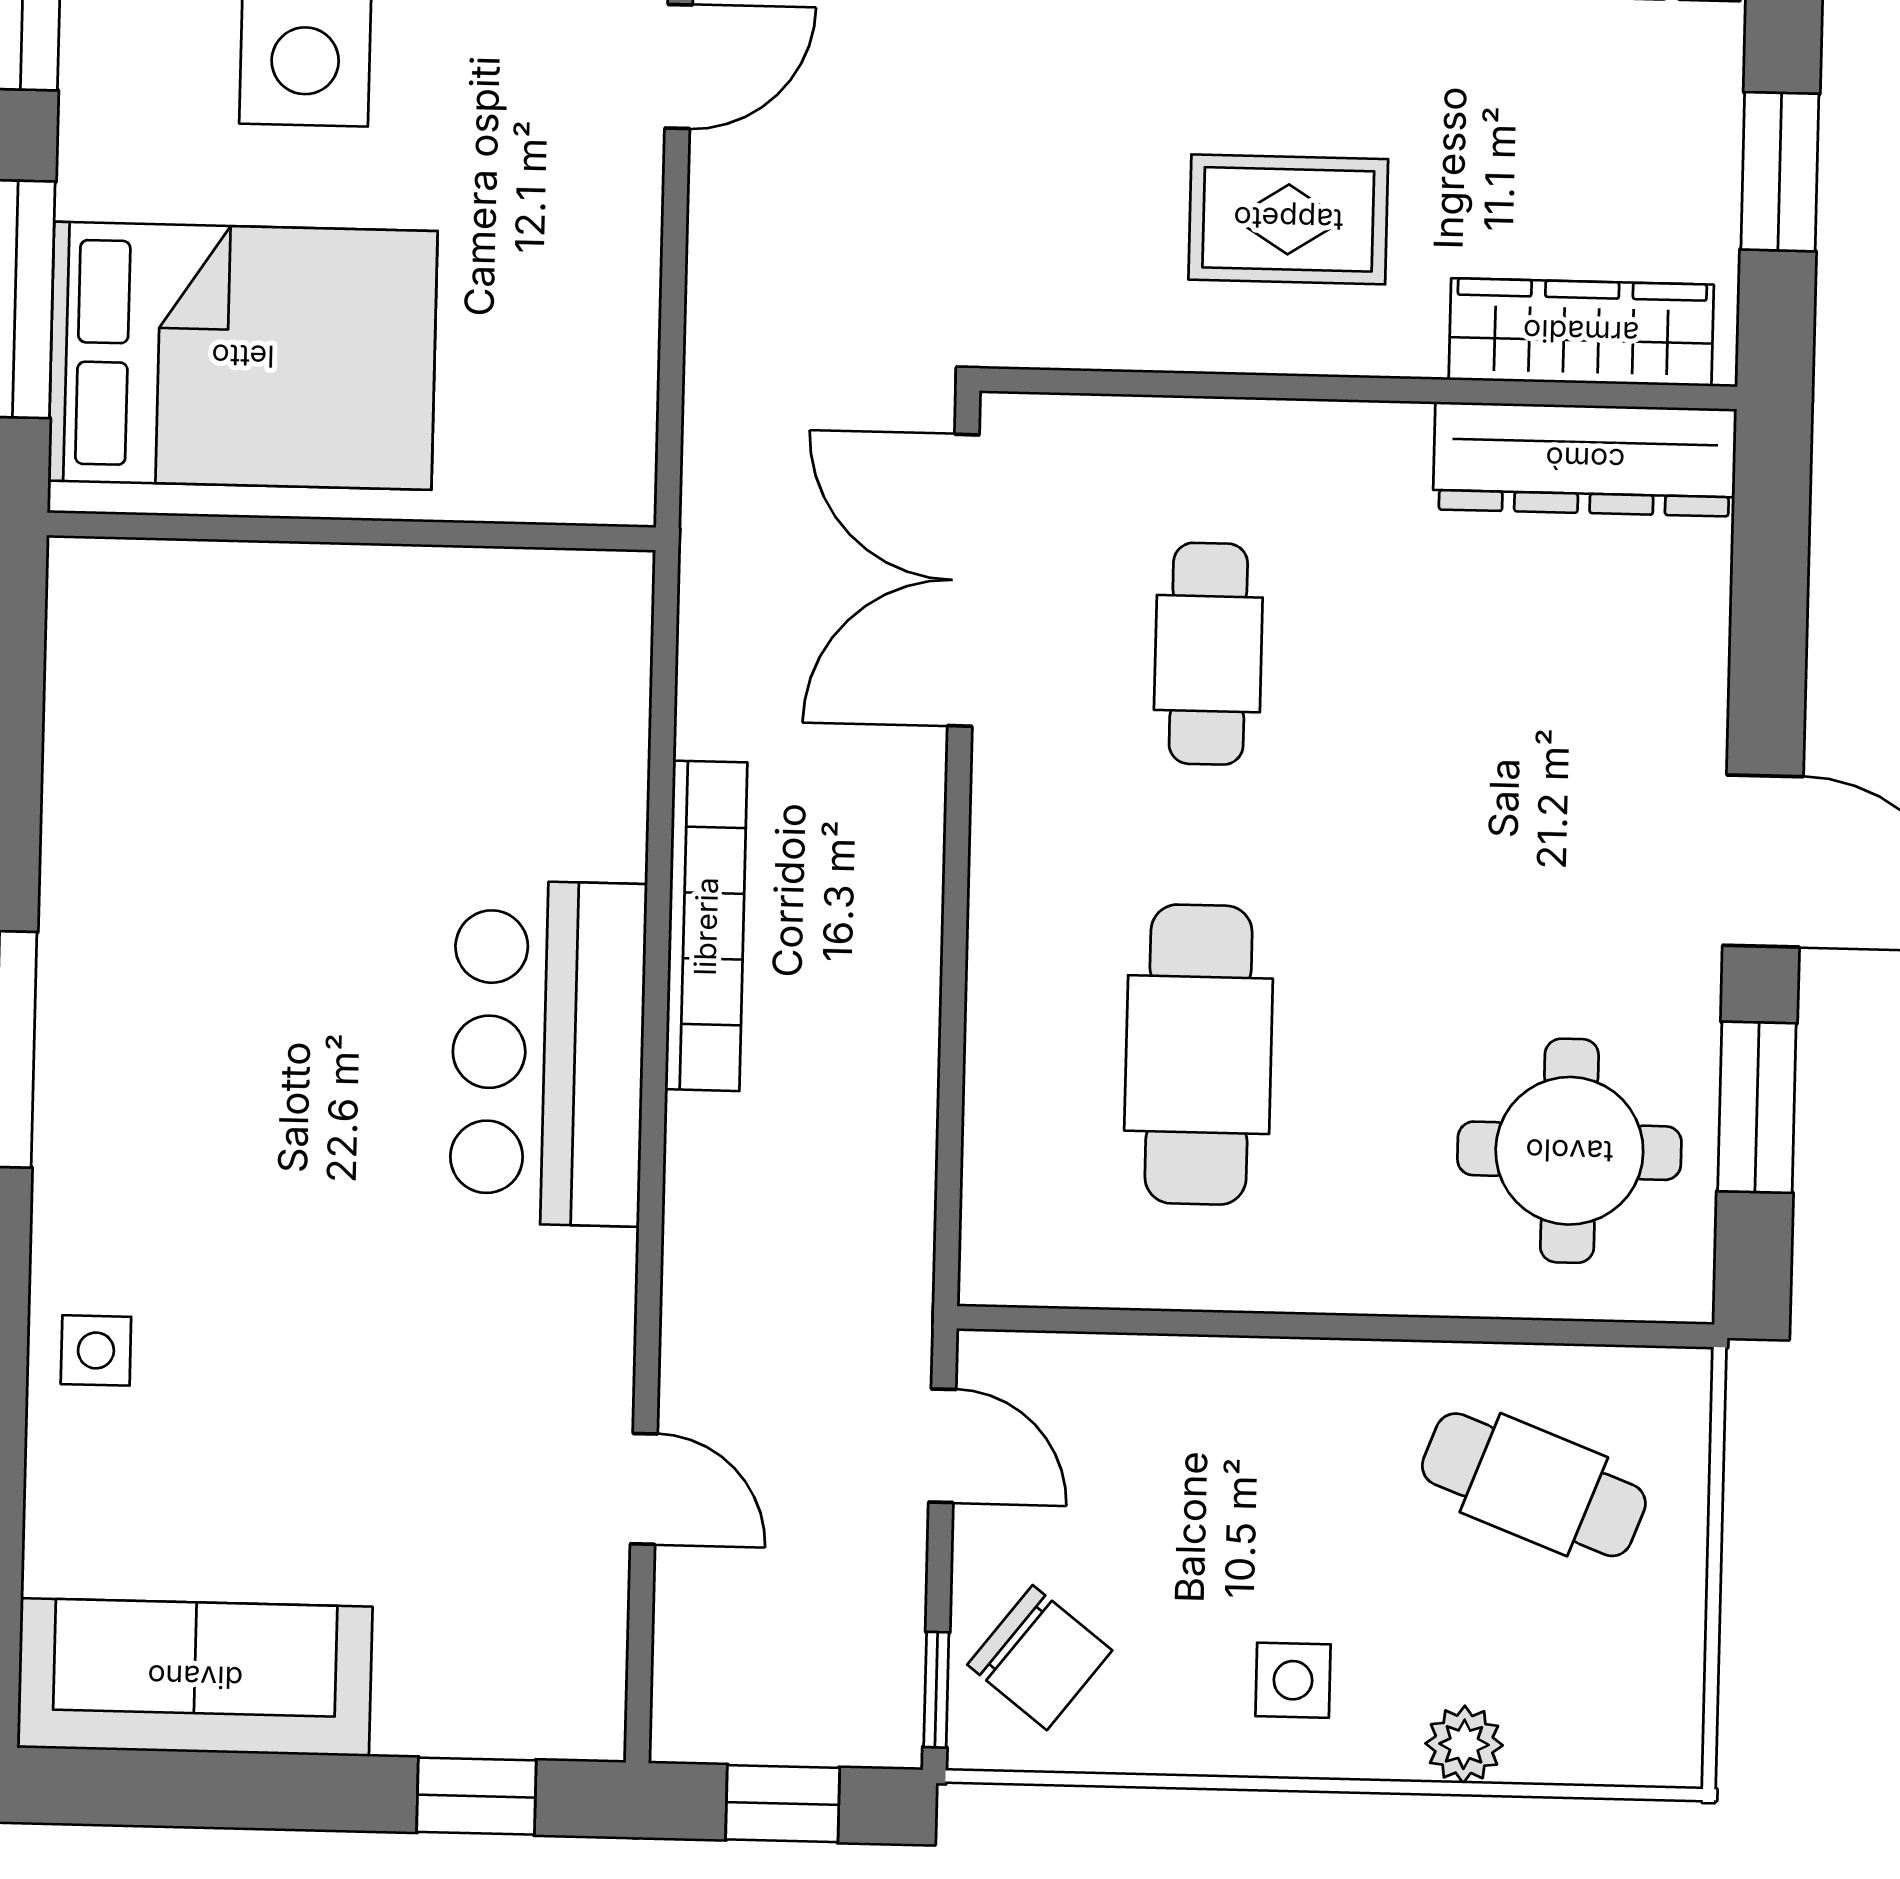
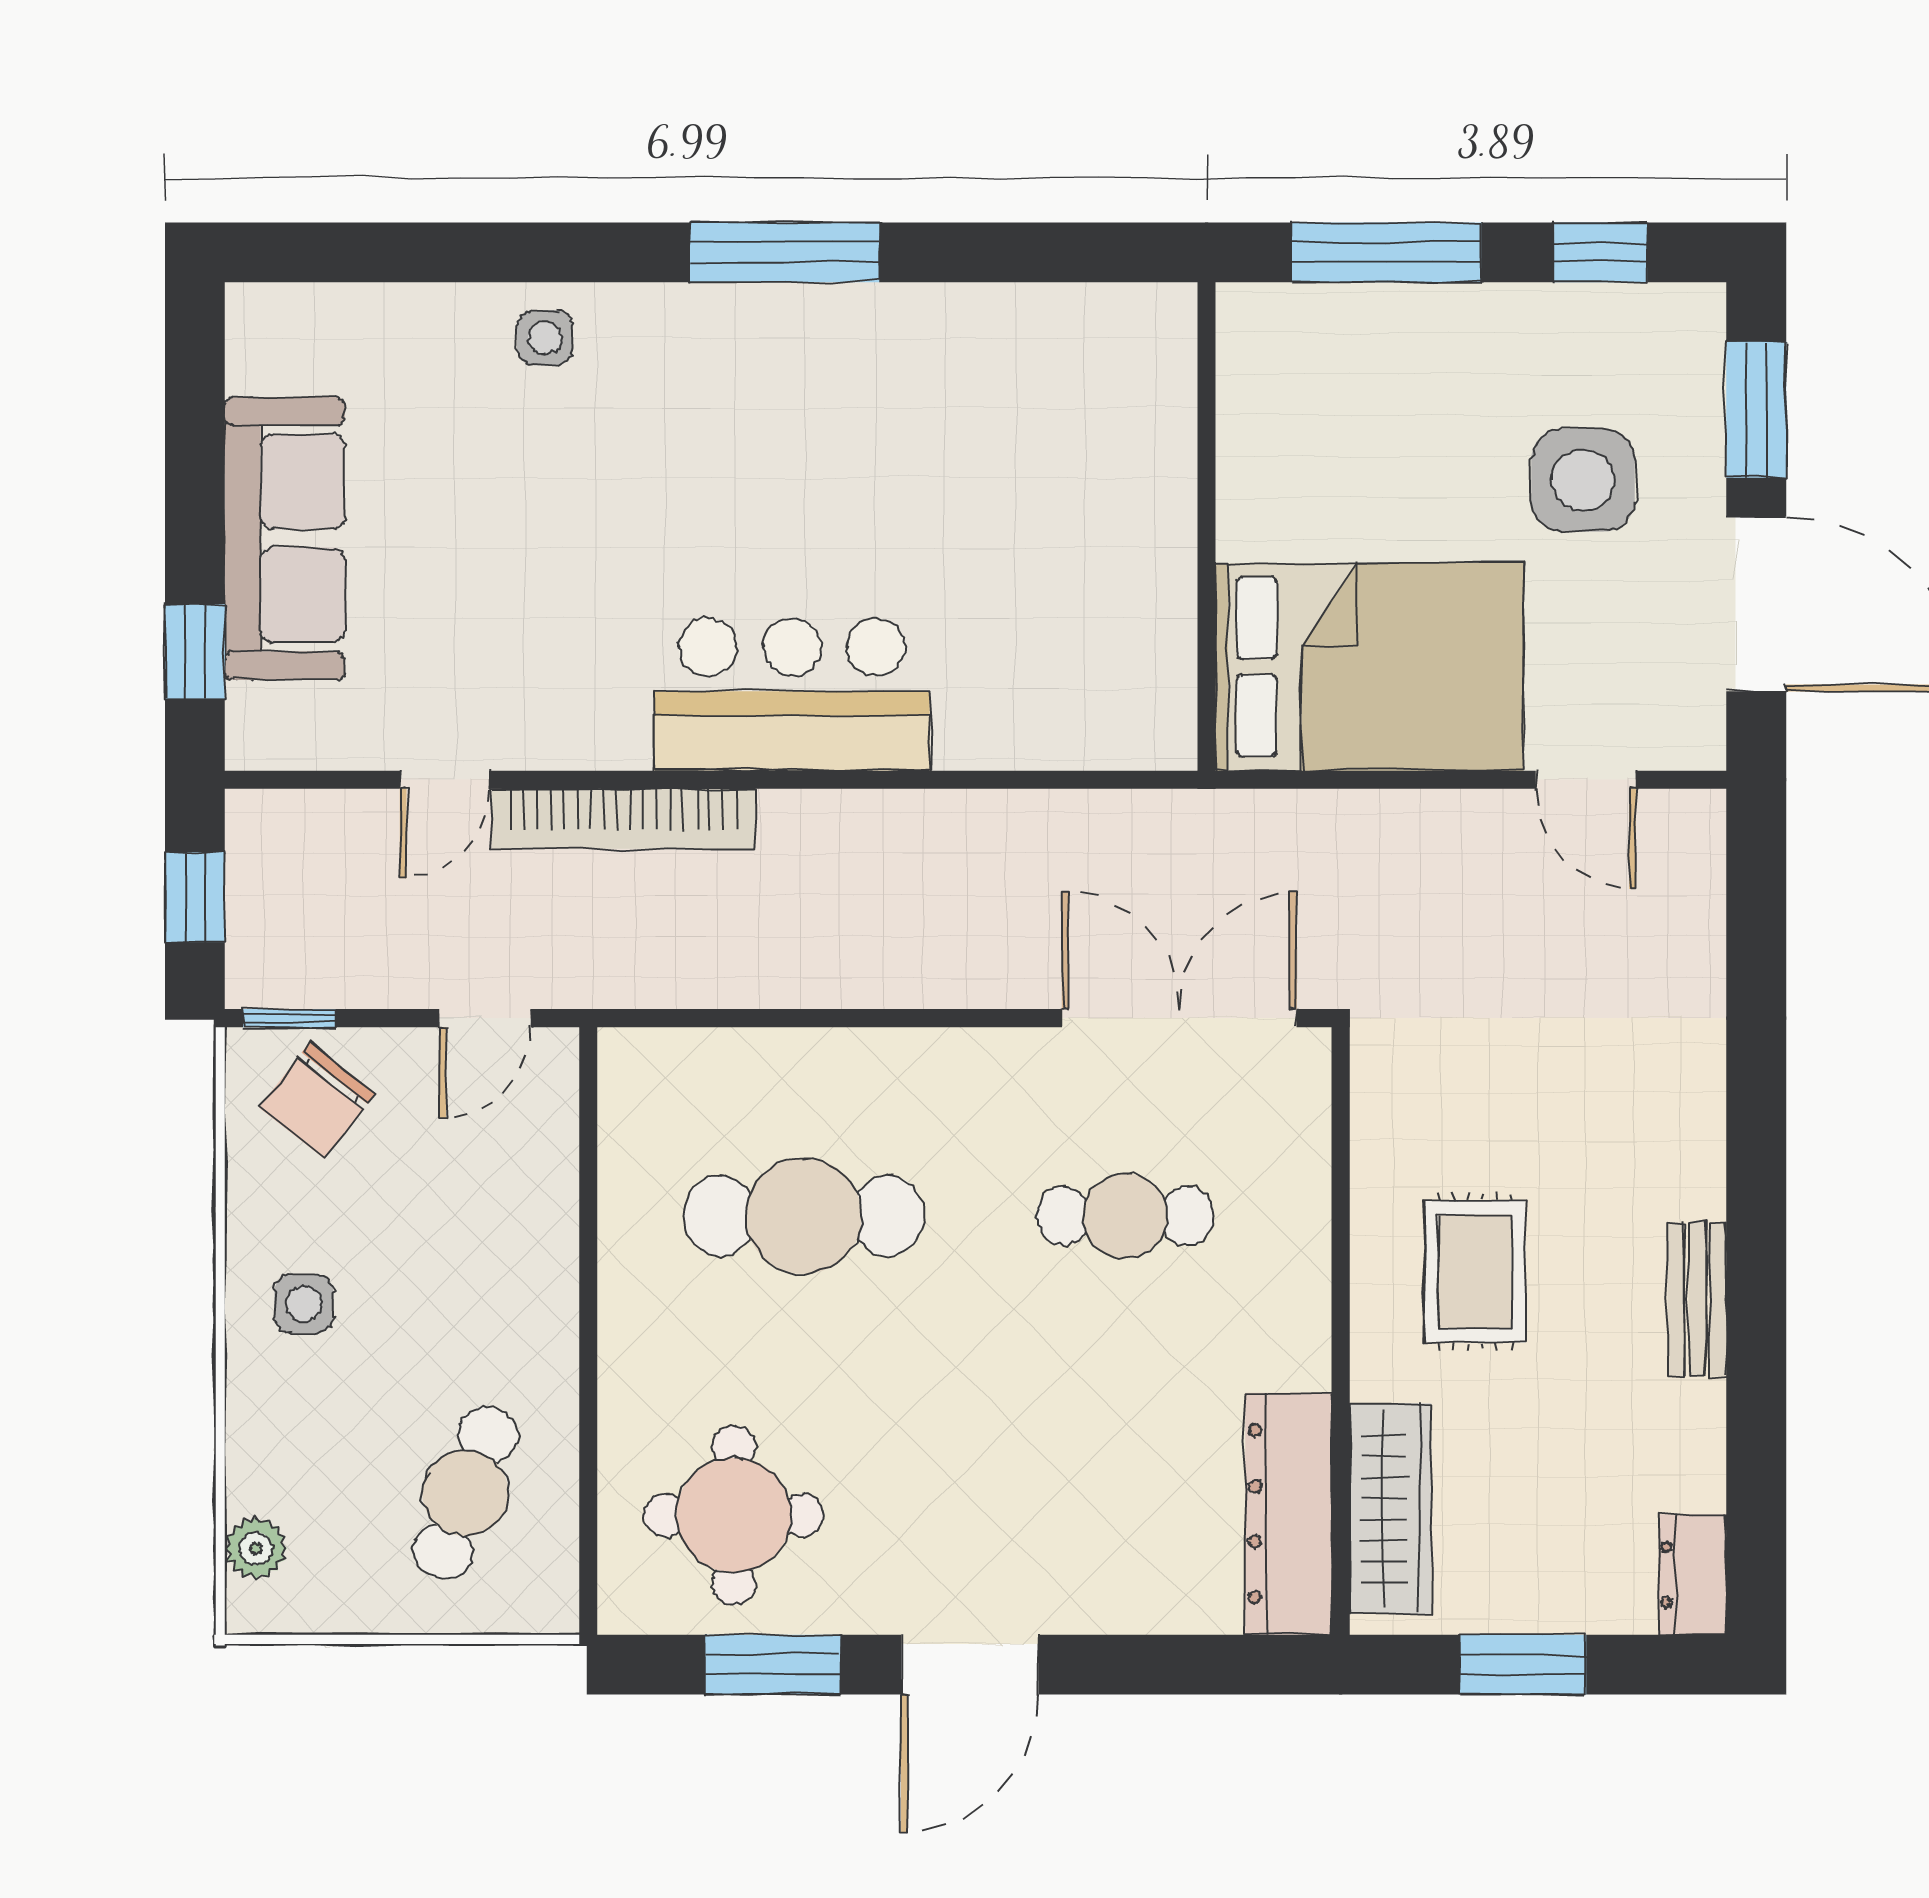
bed: (243, 356) -> (1369, 667), moved, turned -90
bookcase: (706, 926) -> (623, 819), moved
sofa: (195, 1677) -> (285, 538), moved
plant: (1464, 1744) -> (256, 1548), moved

